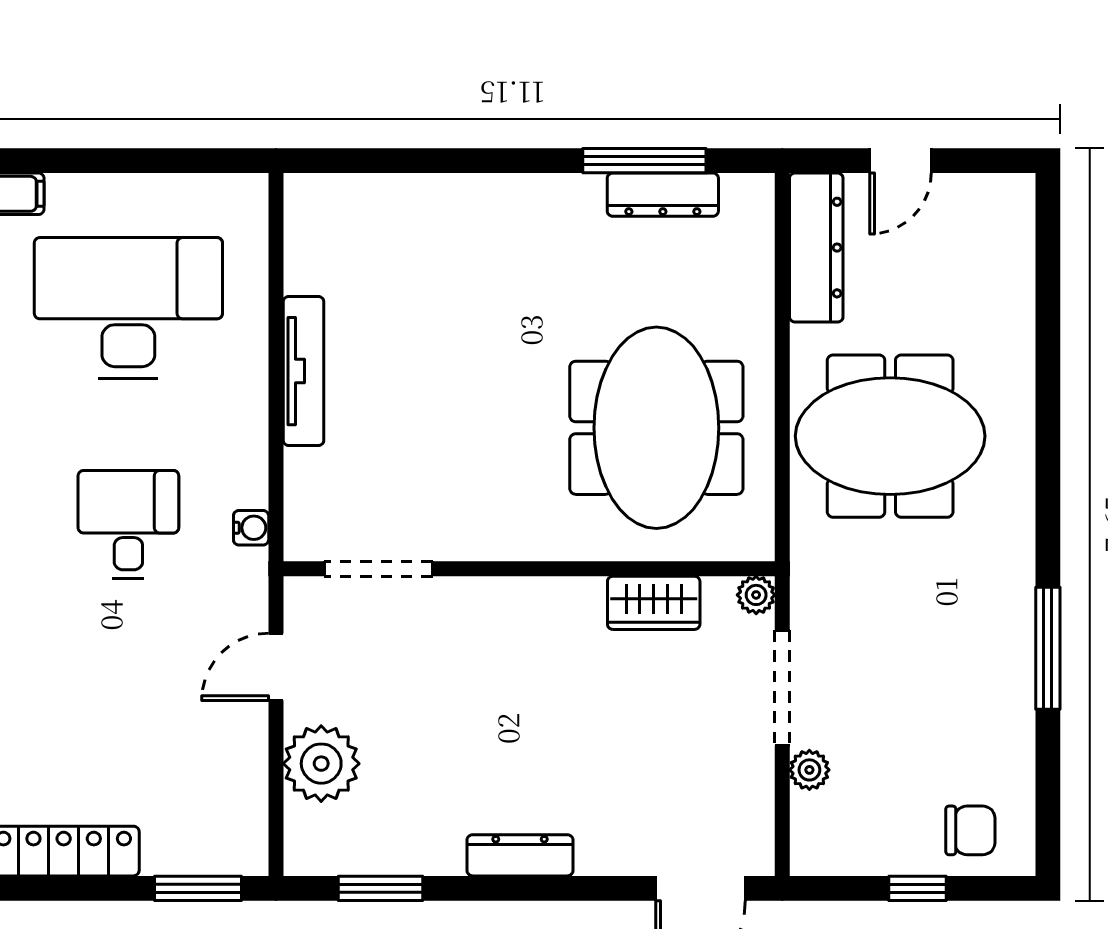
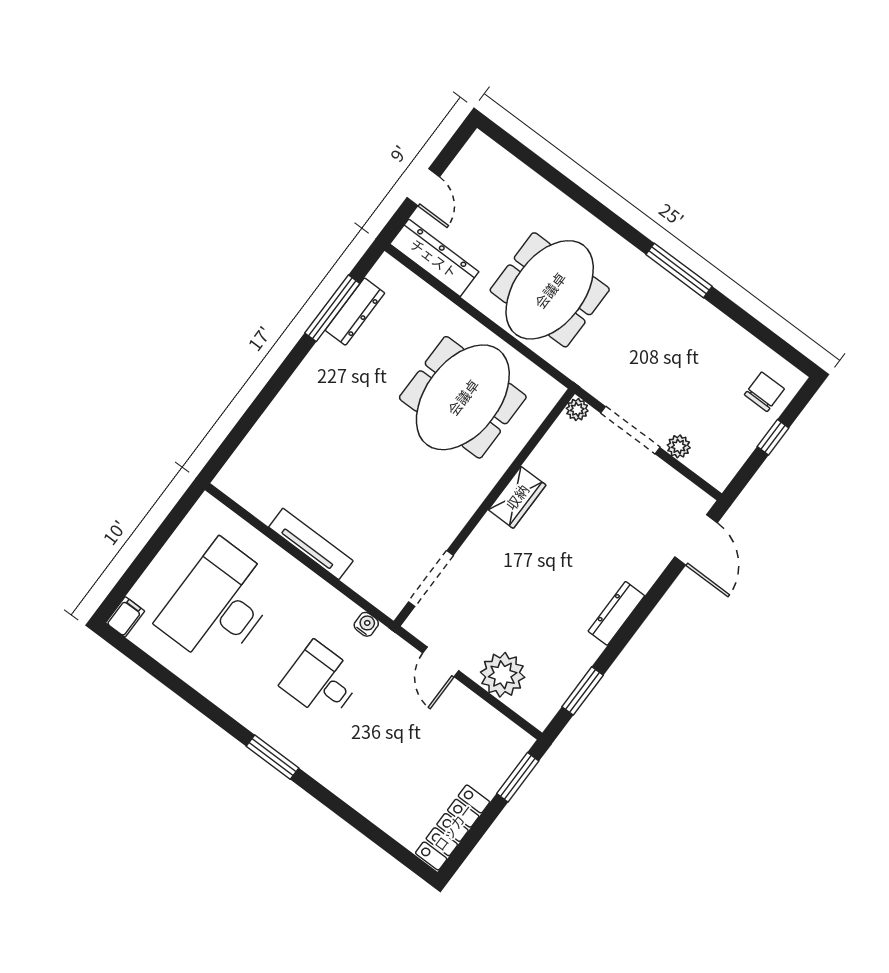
meeting table: (656, 428) -> (463, 397), turned 90
wardrobe: (654, 603) -> (517, 497), moved
window: (1048, 648) -> (679, 270), moved

